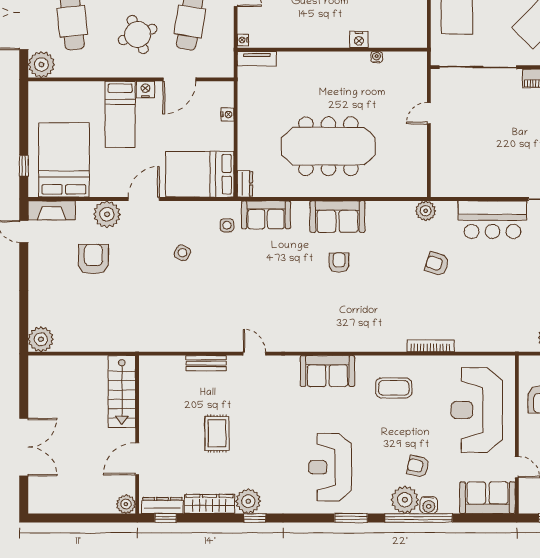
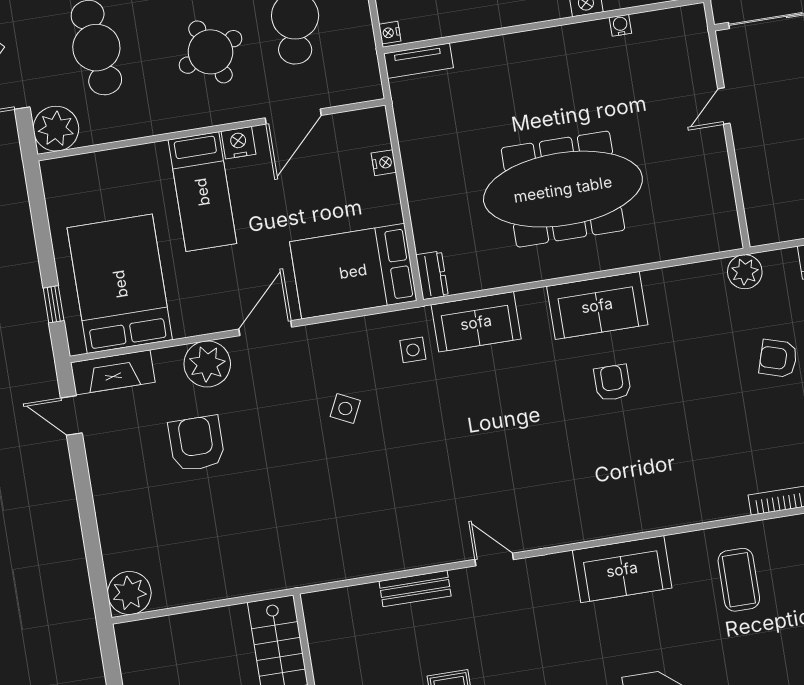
coffee table: (394, 388) -> (739, 580), turned 90

